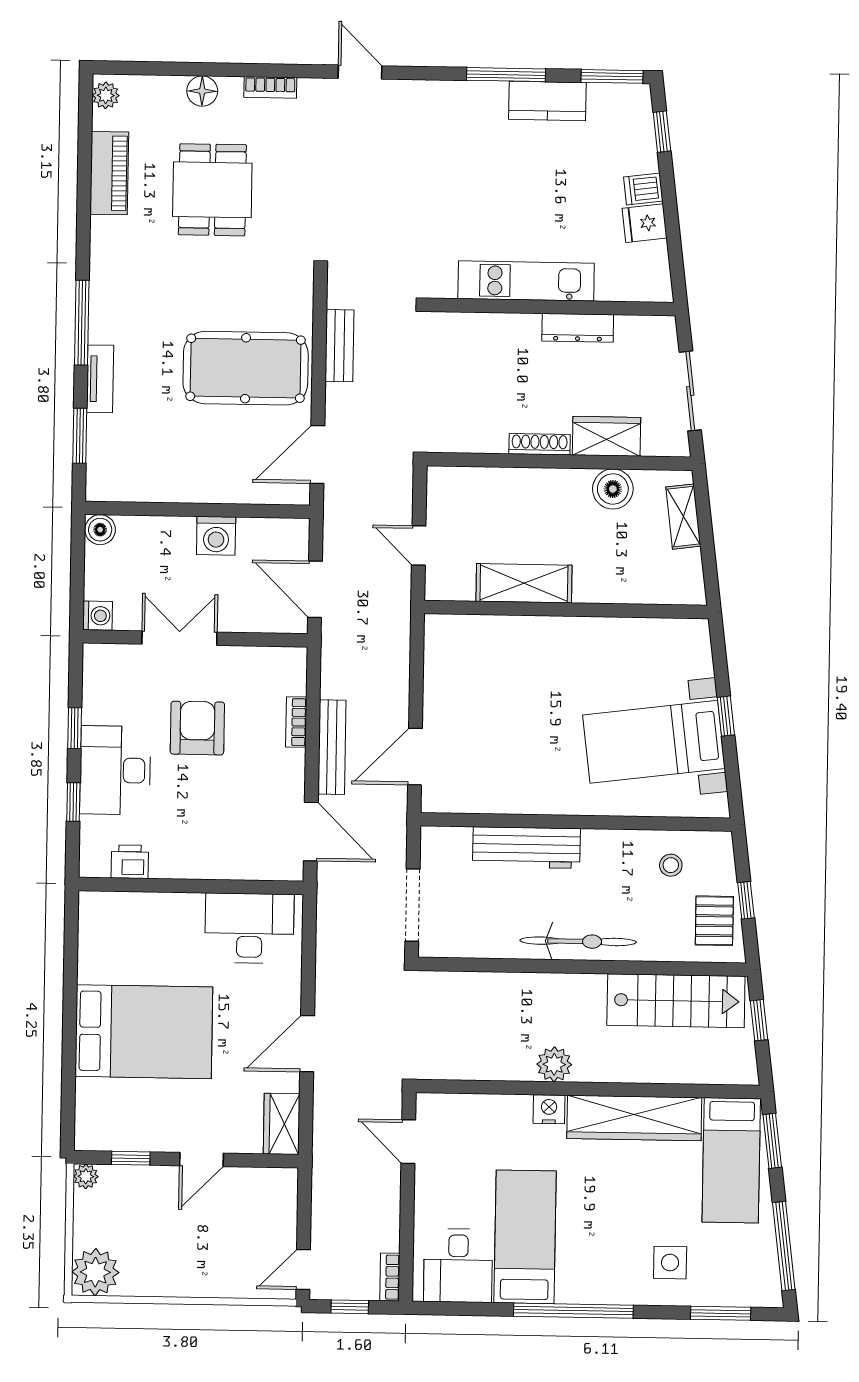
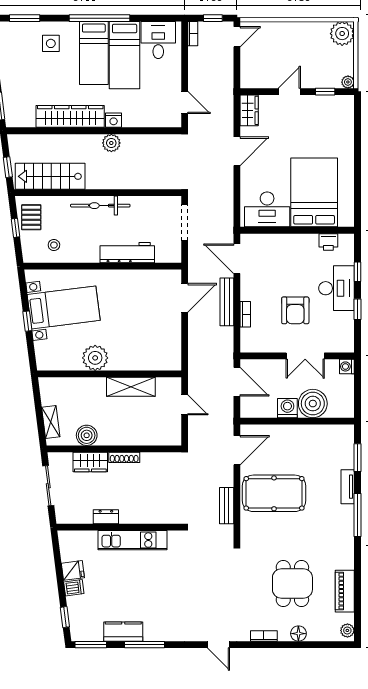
dresser: (578, 328) -> (106, 517), width x0.70
boiler: (100, 530) -> (313, 404), moved, width x1.86, depth x1.86
plant: (593, 641) -> (95, 358), added
bed: (144, 1032) -> (314, 192), moved, turned 90
bed: (731, 1160) -> (94, 53), moved, turned 180

